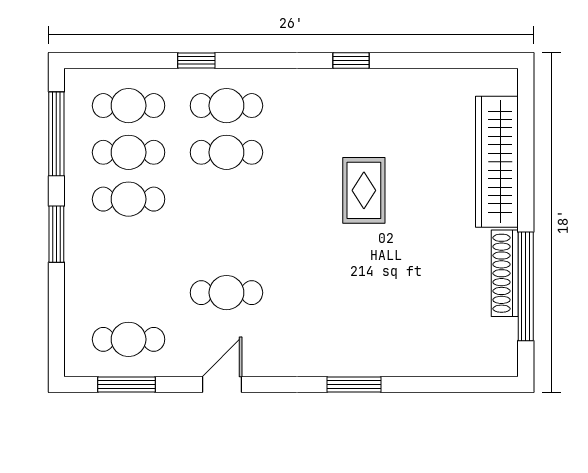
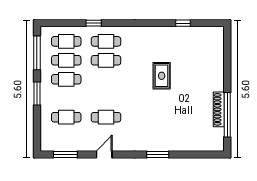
window: (351, 60) -> (183, 23), moved
wardrobe: (497, 162) -> (216, 64), removed
cafe table: (129, 339) -> (66, 117), moved

